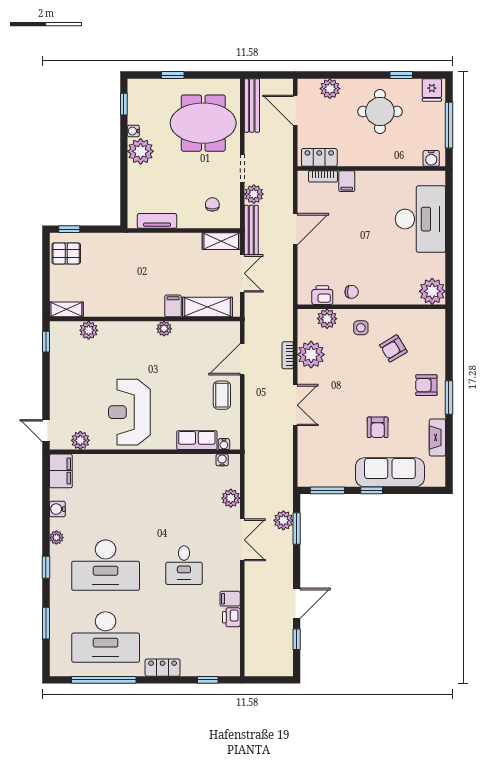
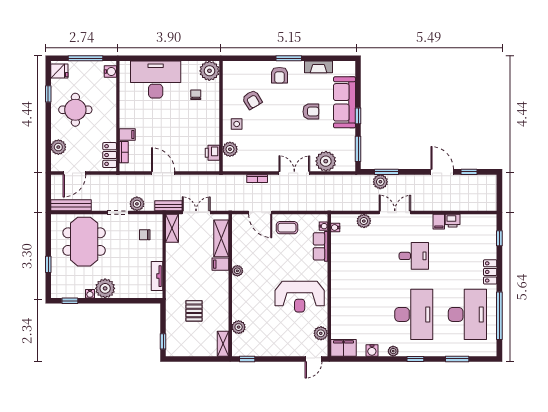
bench: (251, 230) -> (169, 206), width x0.73
pallet: (66, 253) -> (194, 311), moved
chair: (352, 292) -> (196, 95), moved
plant: (311, 355) -> (326, 161), moved

